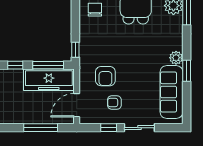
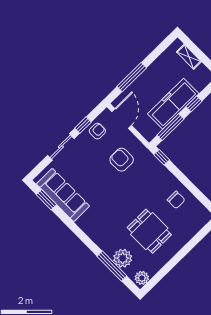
plant: (176, 58) -> (84, 223), removed
window: (187, 71) -> (46, 200), moved
freezer: (49, 80) -> (173, 104), moved
armchair: (114, 103) -> (97, 131), moved

